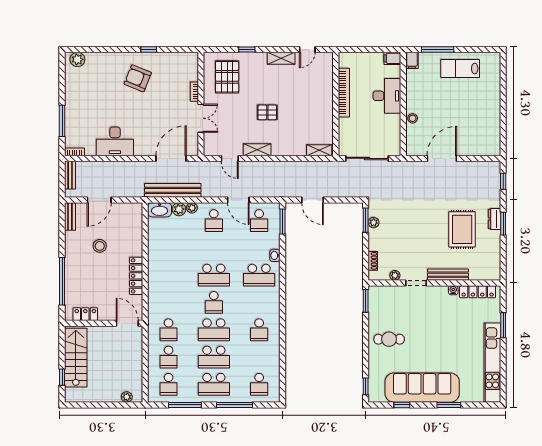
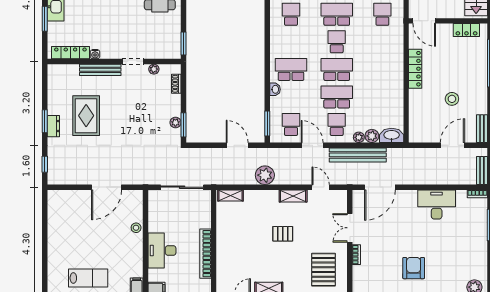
armchair: (138, 78) -> (414, 268), turned -112
plant: (285, 170) -> (265, 175), added
bench: (173, 190) -> (358, 155), moved
school desk: (214, 248) -> (337, 97), added

